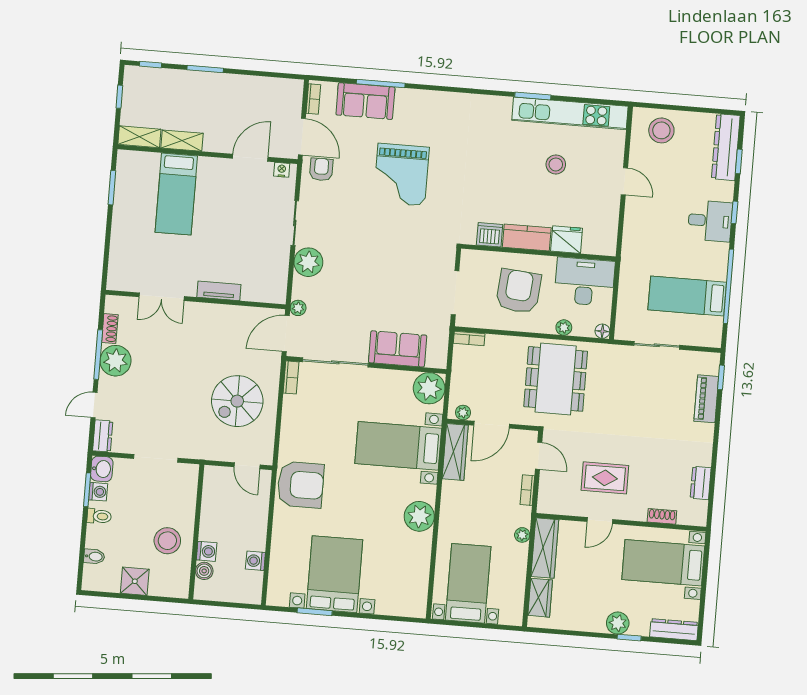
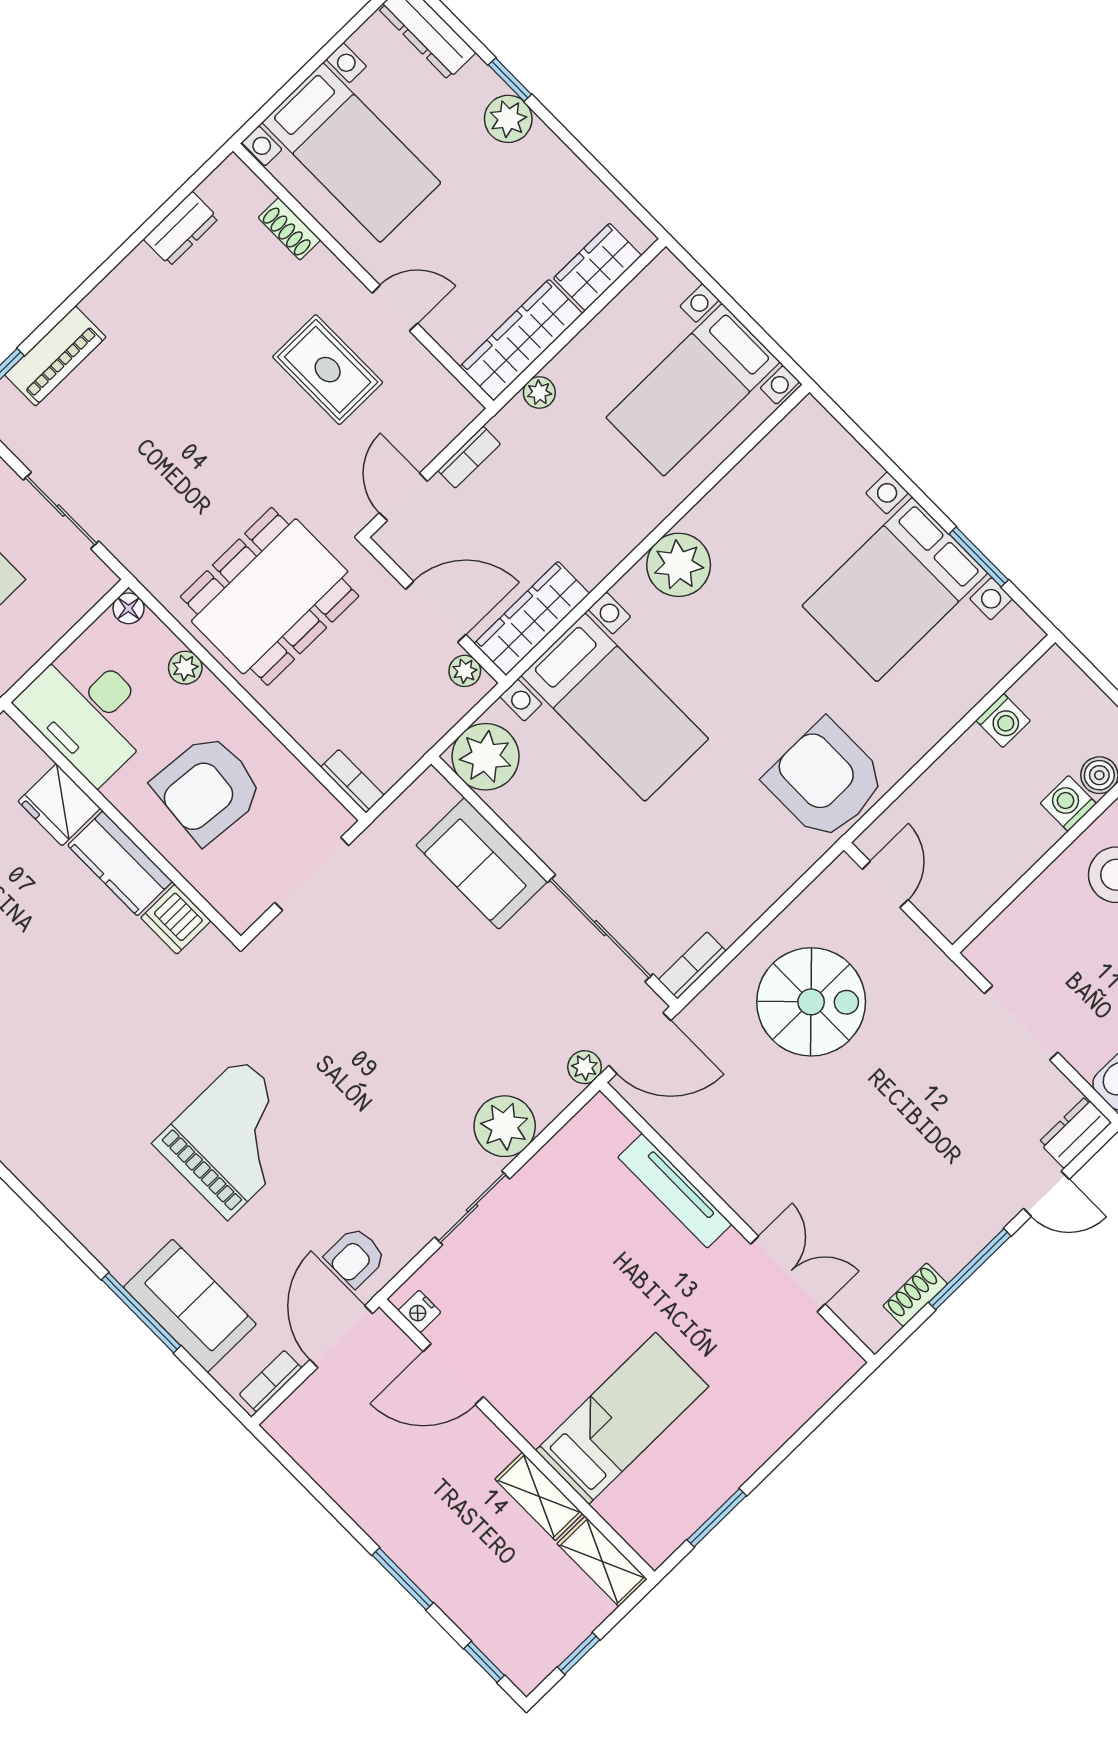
tv unit: (219, 291) -> (675, 1191), width x1.41
plant: (116, 361) -> (950, 1235), removed

